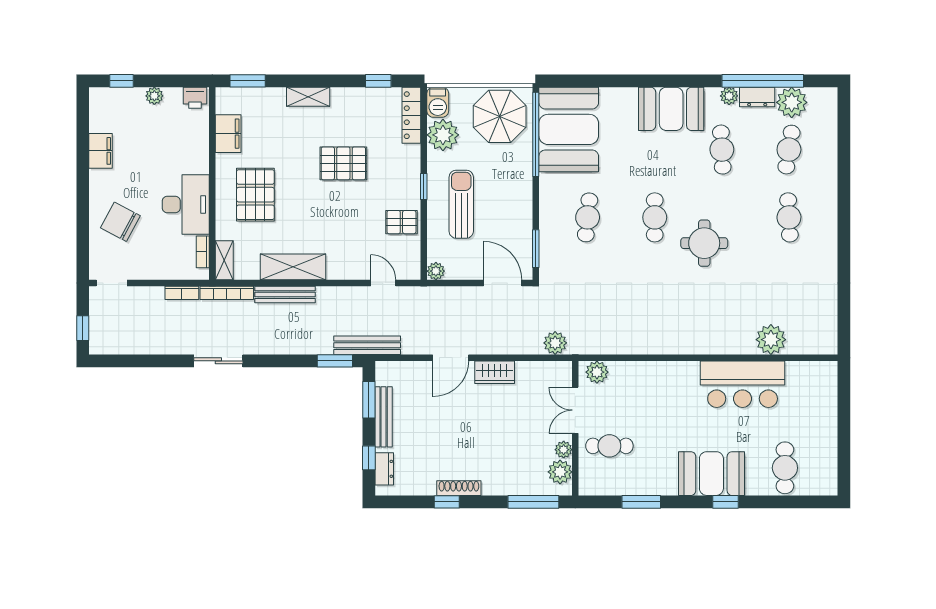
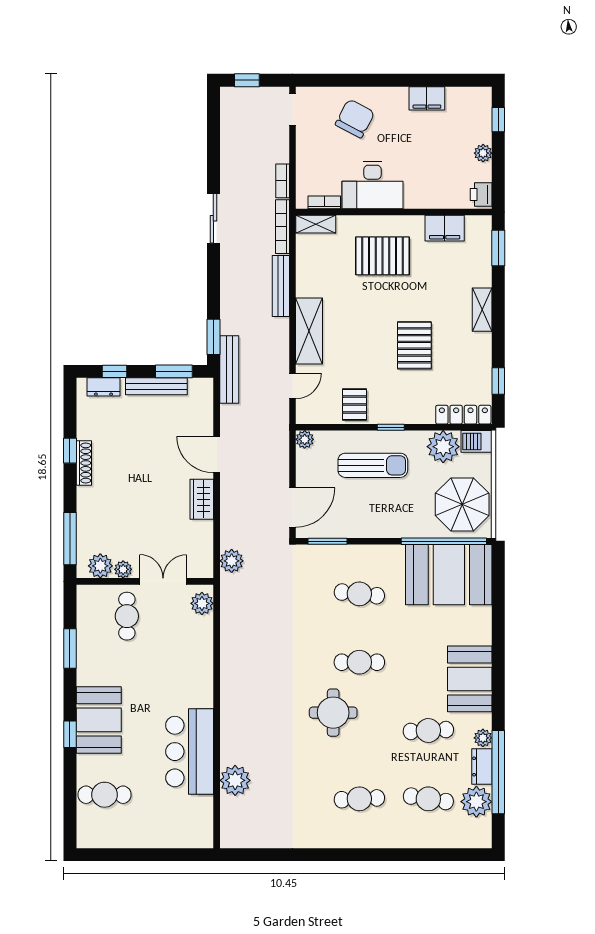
shelving: (293, 267) -> (309, 331), moved

